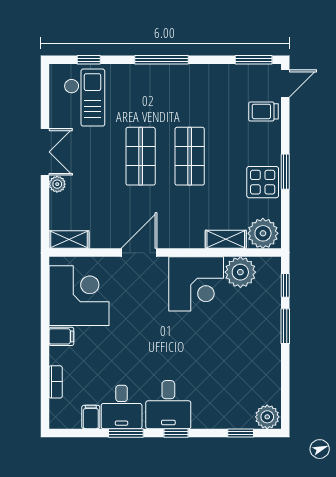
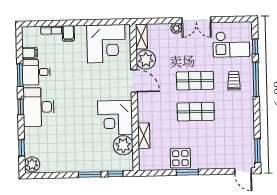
window: (161, 60) -> (256, 79), moved
trolley: (263, 111) -> (234, 81), moved
plant: (263, 233) -> (146, 60), moved
filing cabinet: (61, 336) -> (68, 33), moved
desk: (168, 405) -> (39, 107), width x1.37

